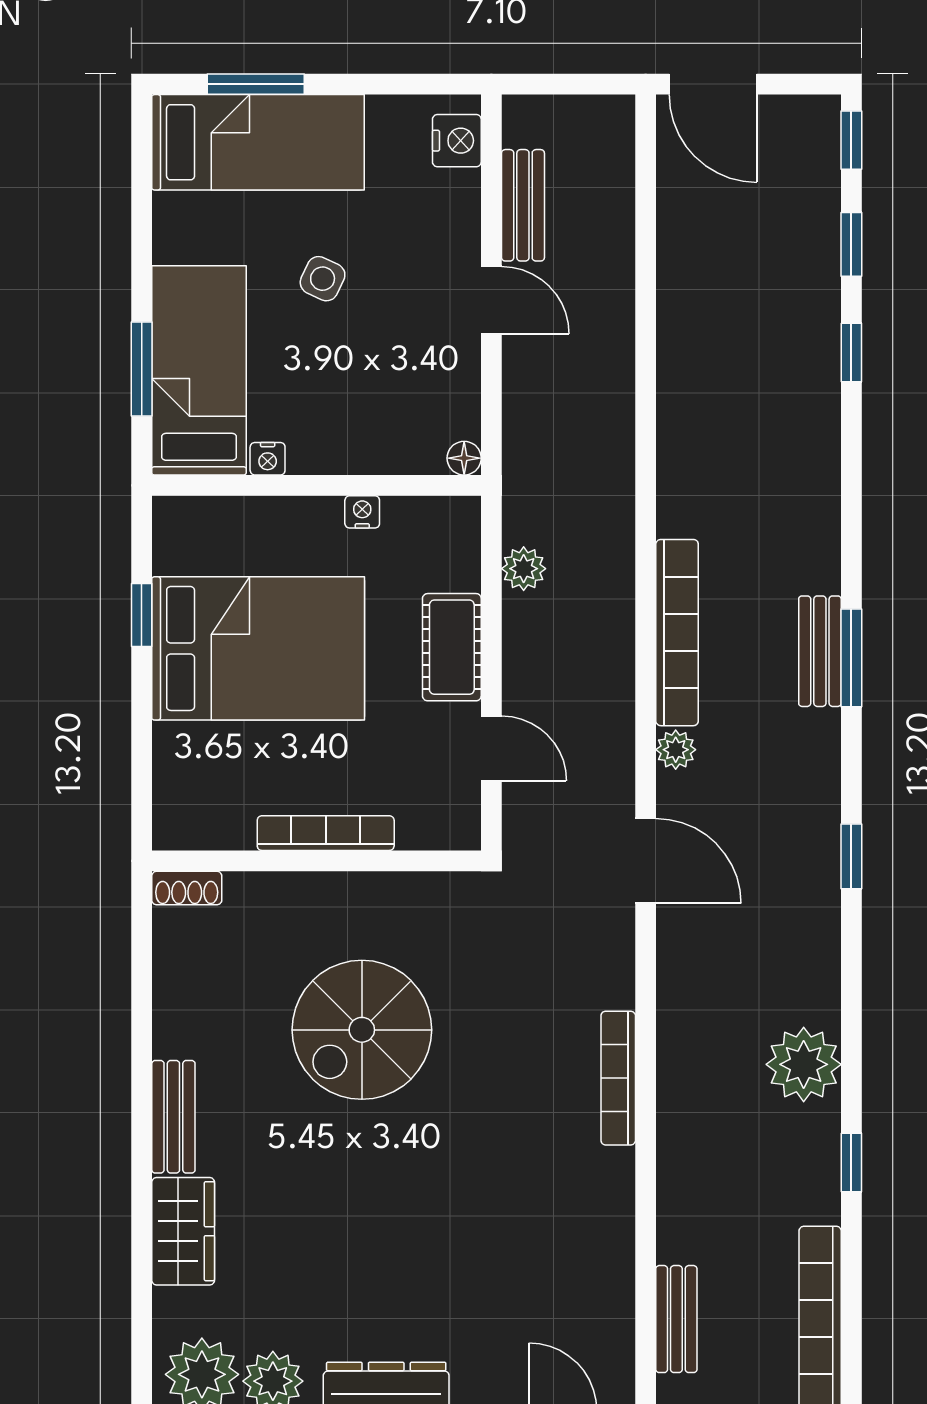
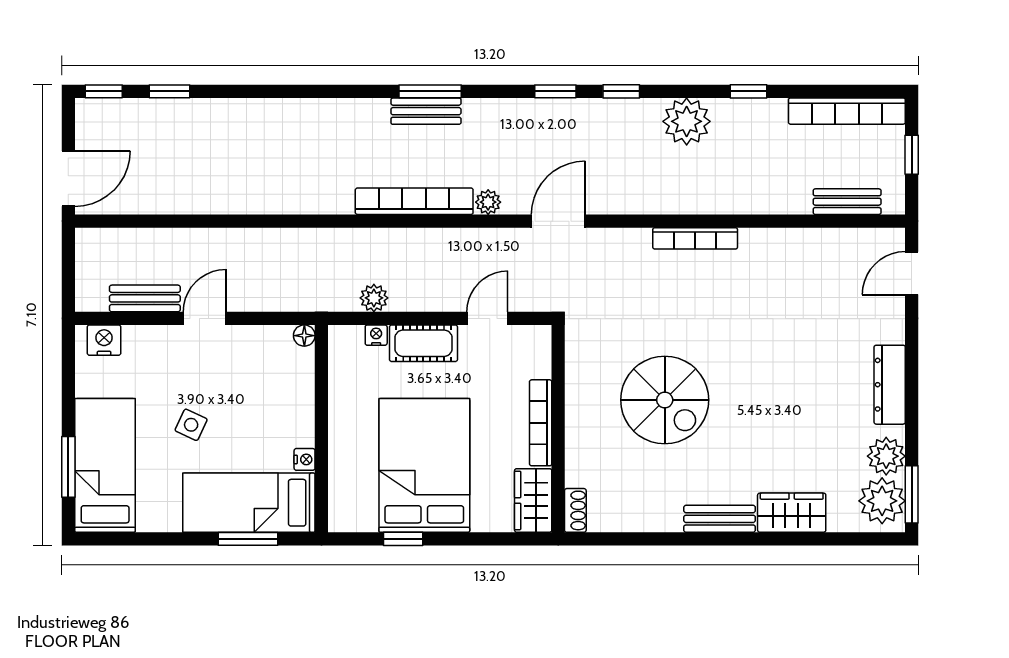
window: (851, 352) -> (621, 91), moved
nightstand: (362, 512) -> (376, 335), moved, turned 90
wardrobe: (203, 821) -> (533, 500), added

